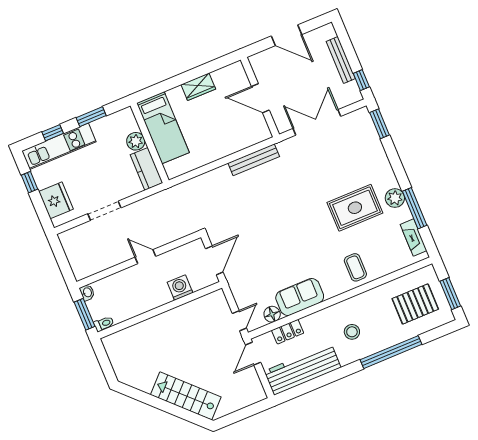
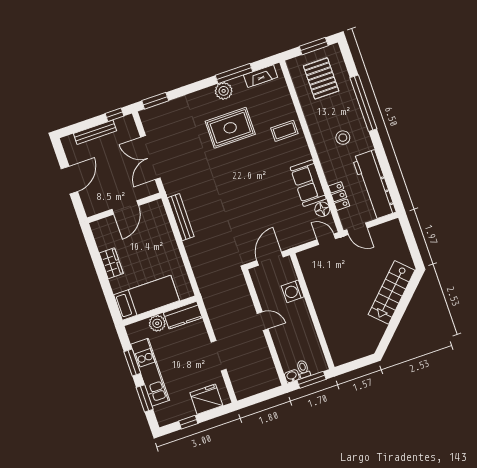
window: (53, 133) -> (145, 398), width x1.50
kitchen unit: (59, 146) -> (150, 372), moved
rug: (355, 208) -> (230, 128), turned 90
door: (145, 257) -> (263, 321), swing flipped
door: (214, 260) -> (270, 259), hinge flipped
toilet: (104, 324) -> (303, 369), moved

